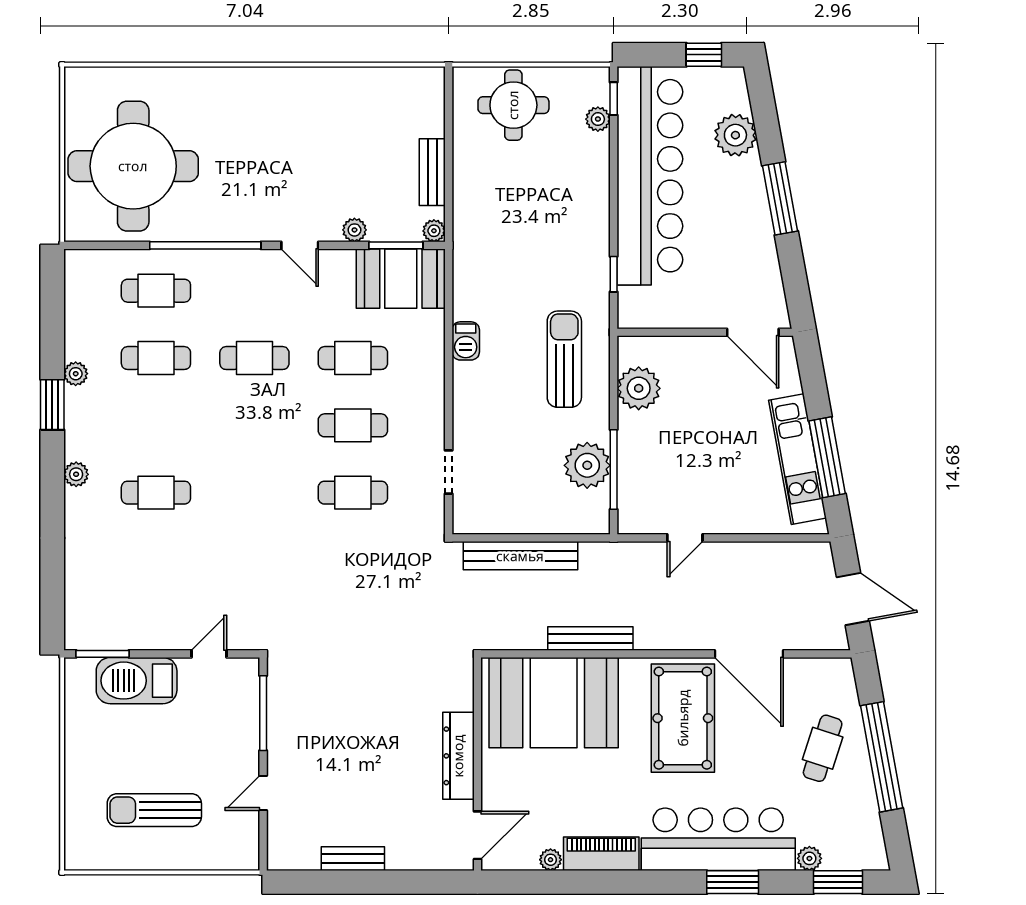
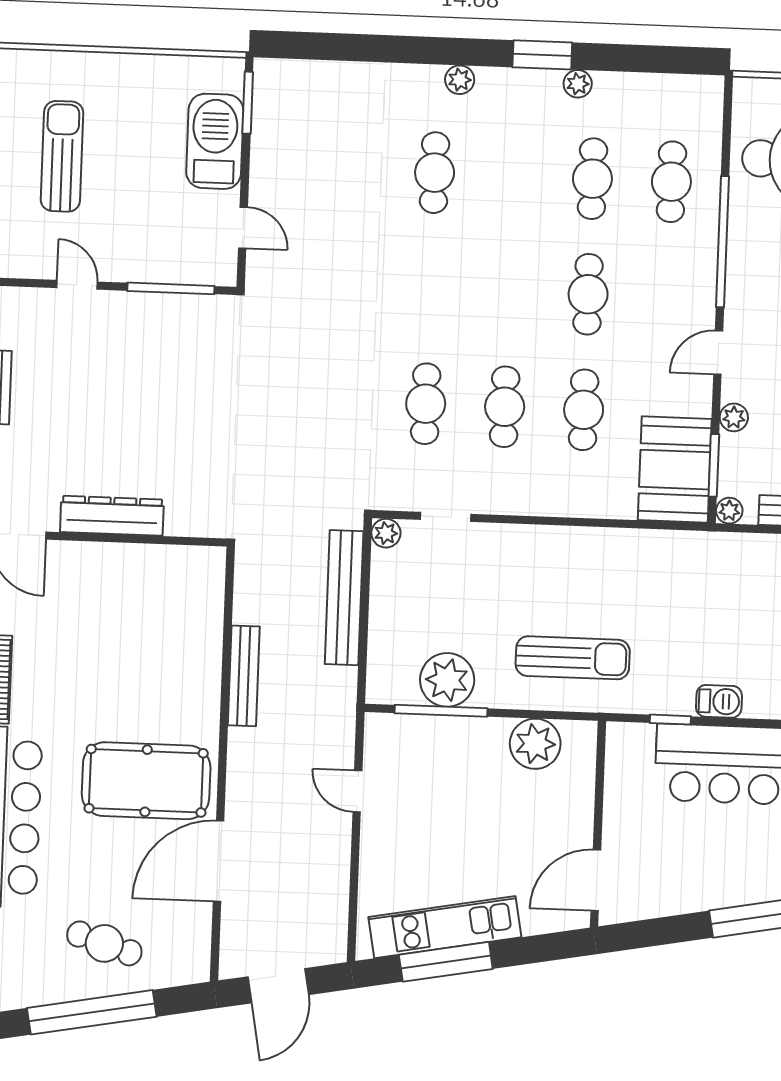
barbecue: (466, 341) -> (719, 701), moved, turned 180
plant: (464, 522) -> (386, 533), added
booth: (554, 703) -> (170, 630), removed

